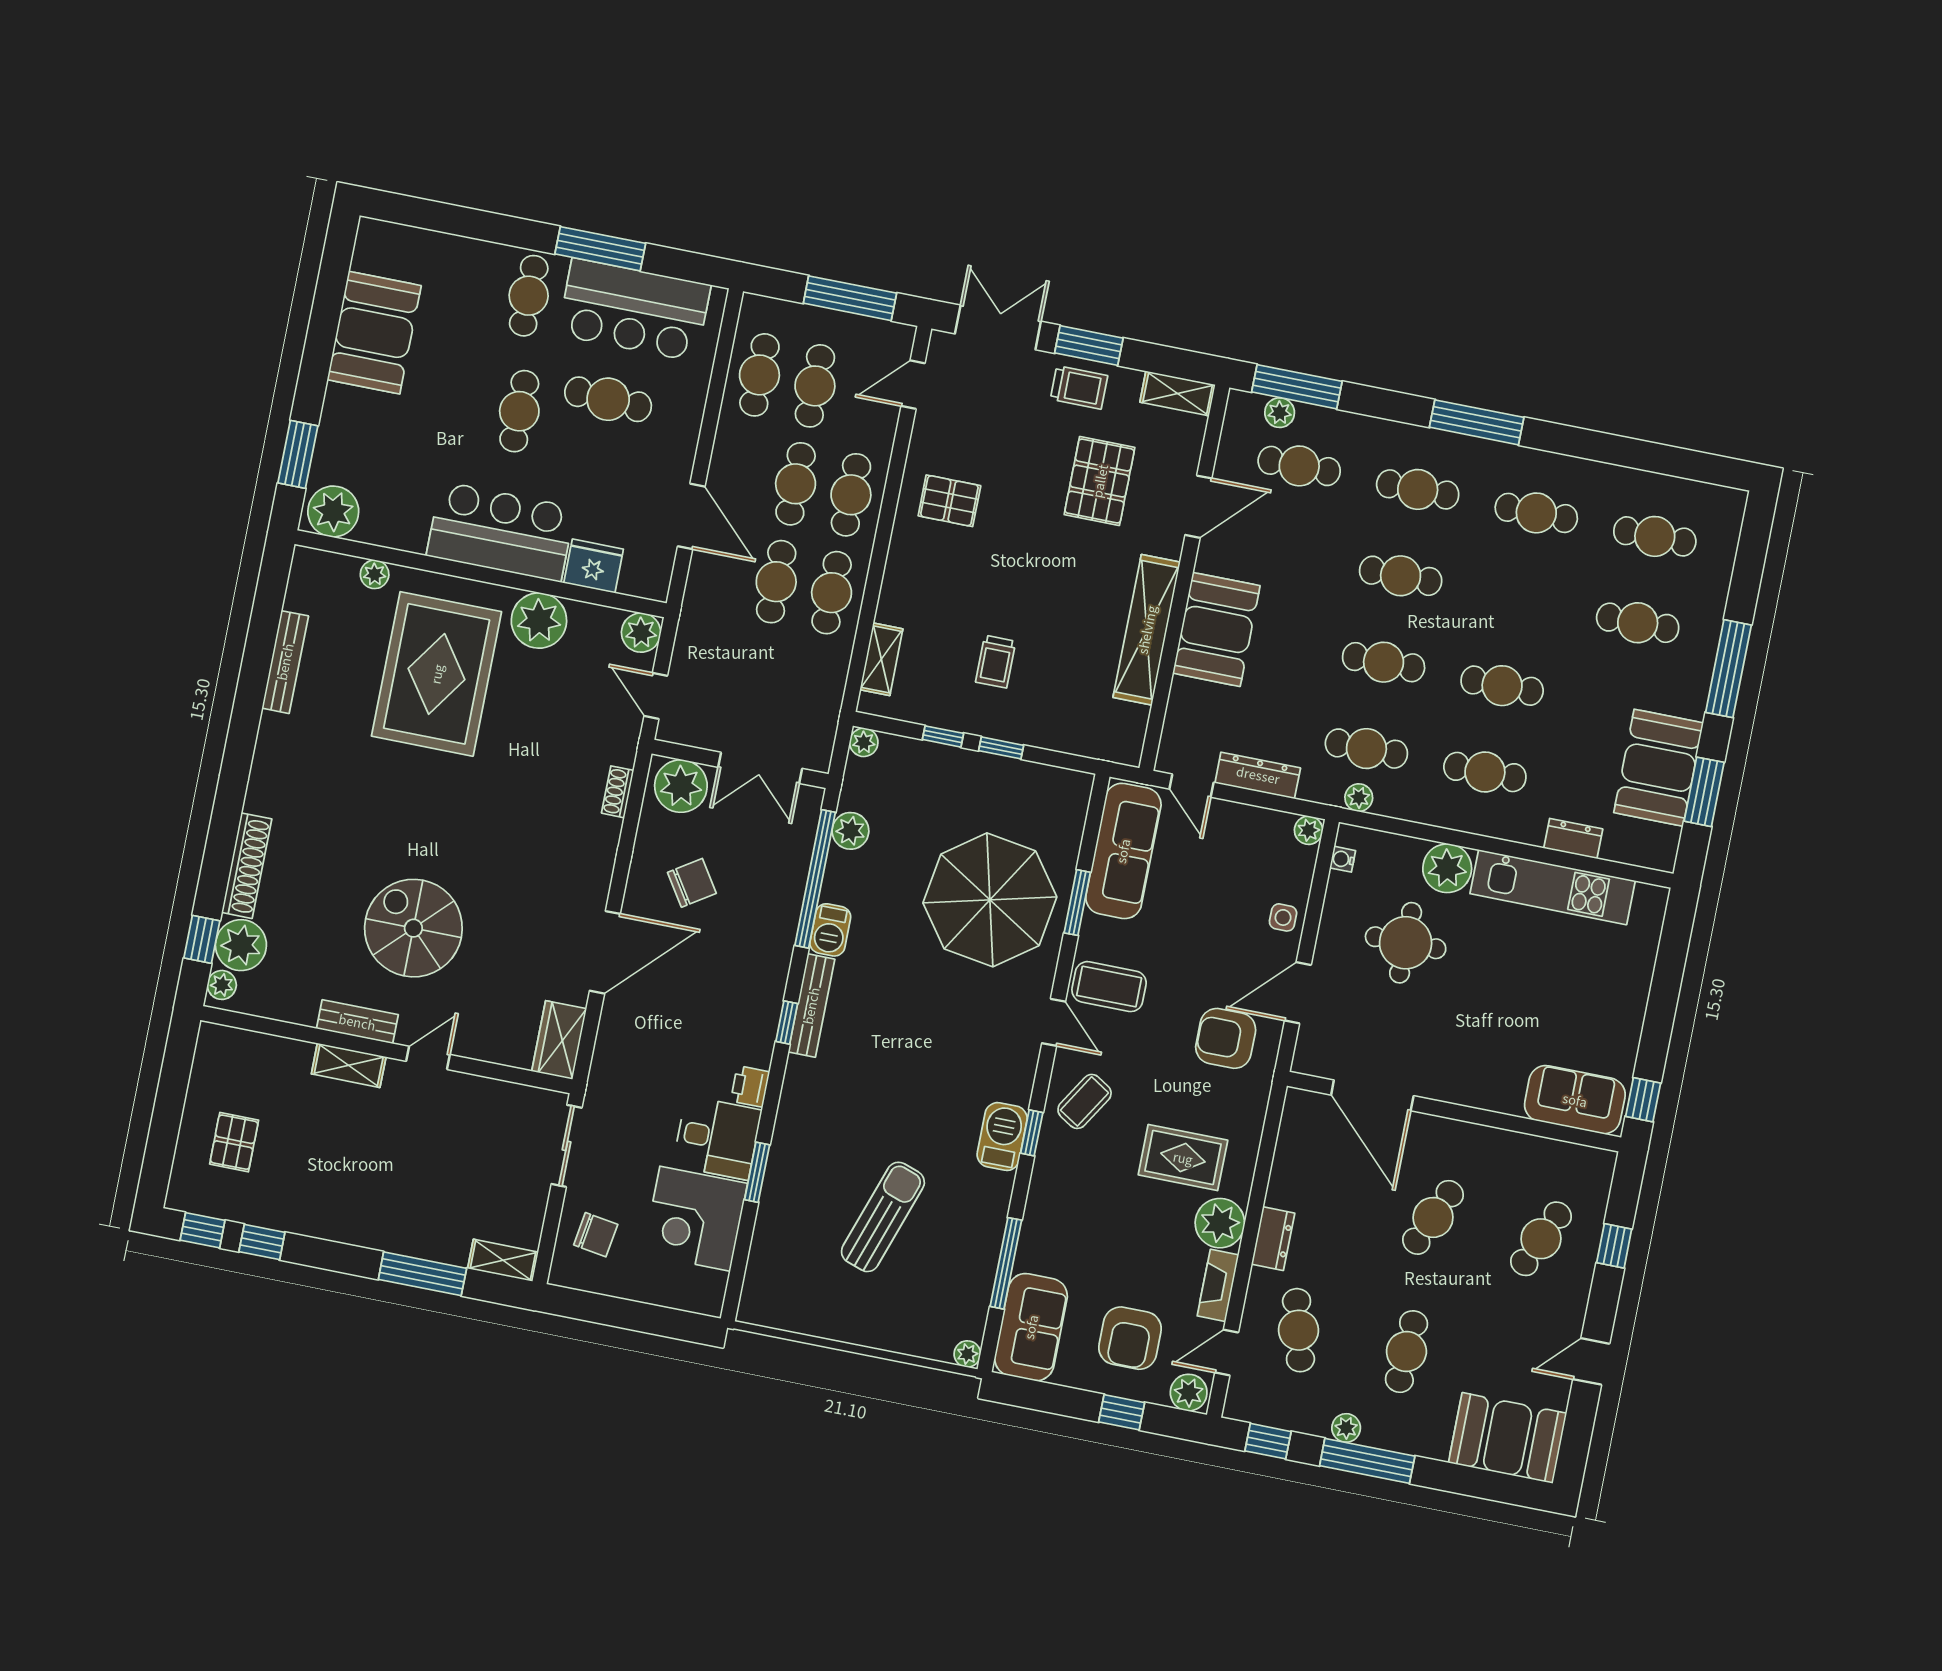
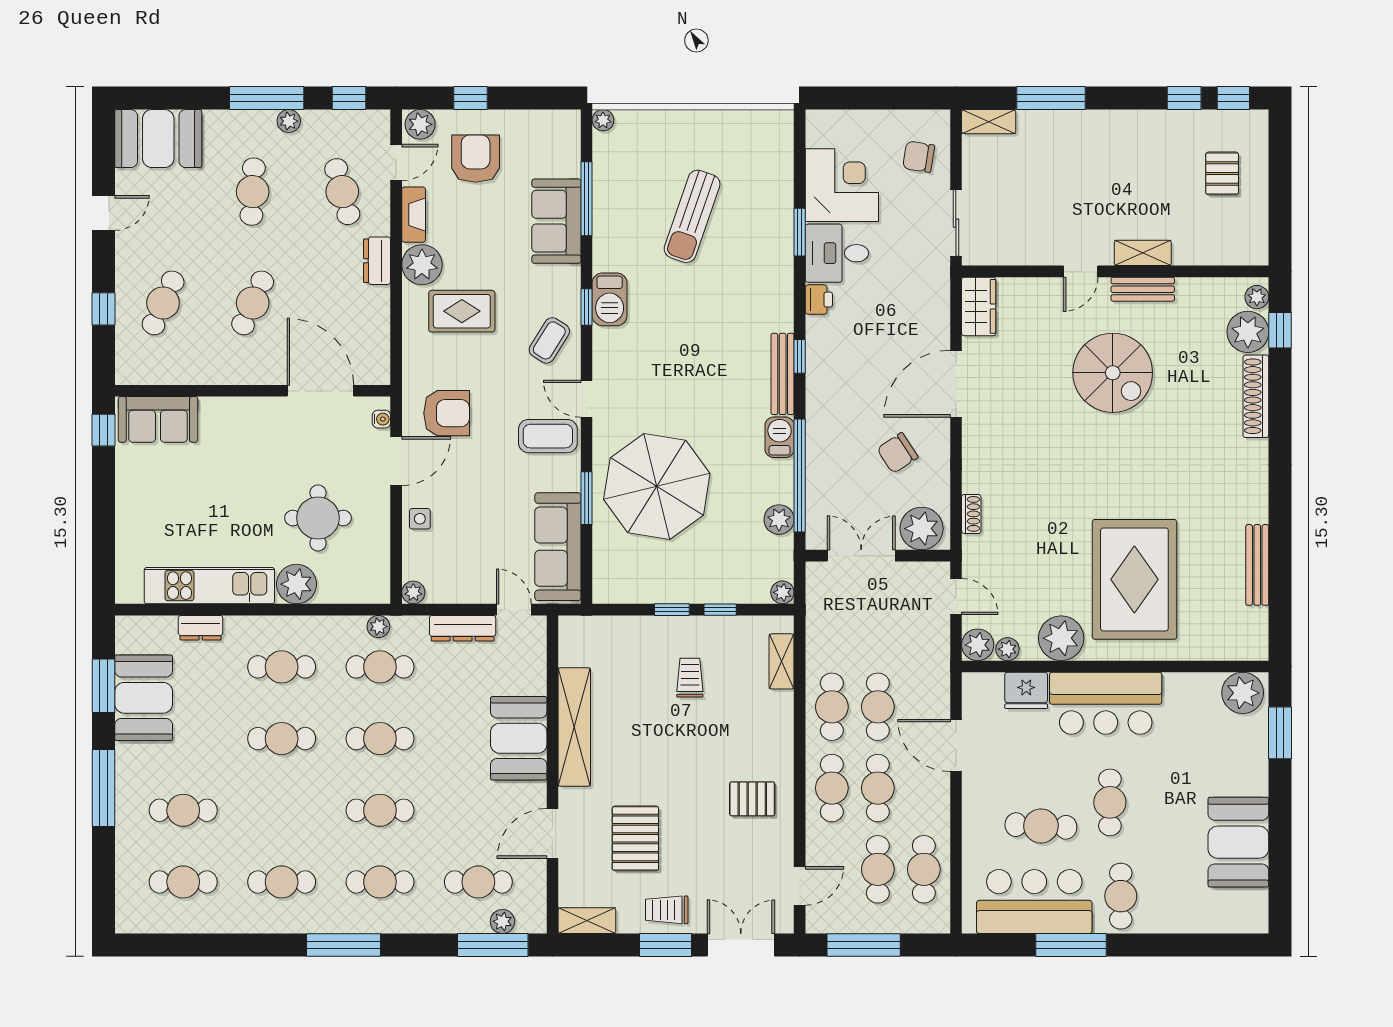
double door: (998, 327) -> (741, 945), swing flipped
plant: (375, 574) -> (1007, 649), moved
water cooler: (1343, 859) -> (381, 419), moved
sofa: (1031, 1327) -> (556, 221), moved

